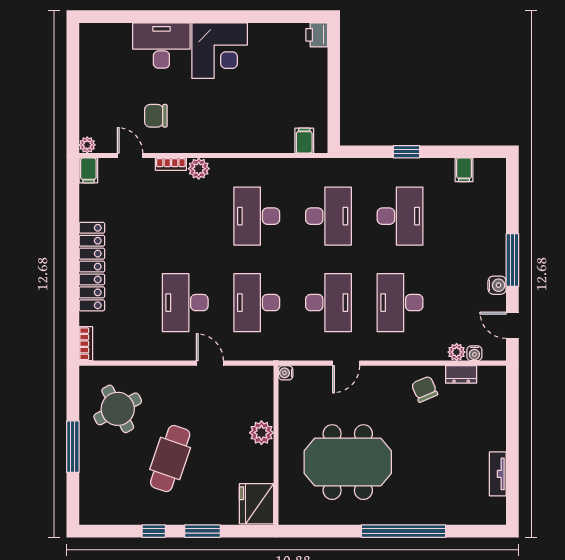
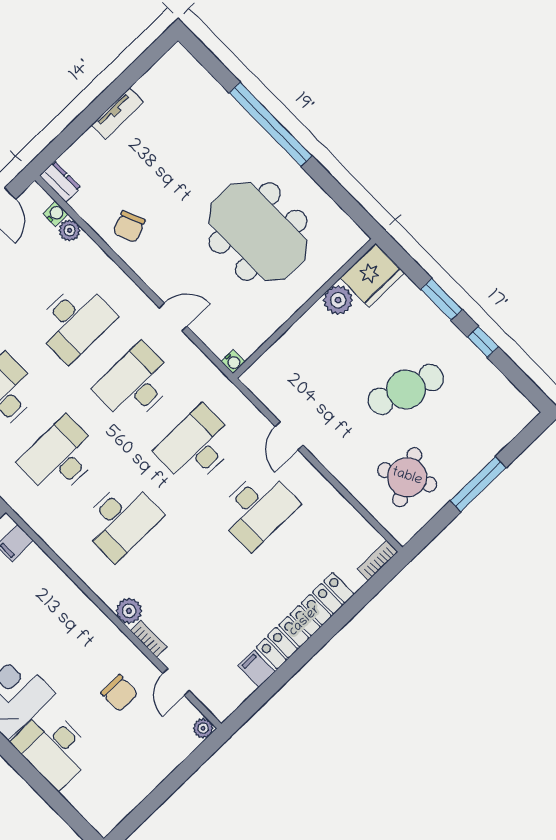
filing cabinet: (88, 170) -> (256, 669), moved, turned -90
desk: (257, 303) -> (196, 446), turned 180
dresser: (461, 374) -> (60, 182), moved
plant: (261, 433) -> (338, 300), moved
tv unit: (498, 474) -> (117, 113), moved

